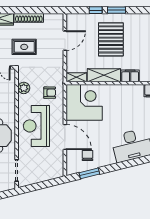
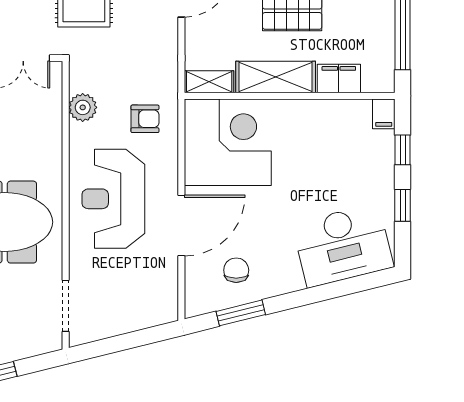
door: (65, 137) -> (181, 225), hinge flipped

